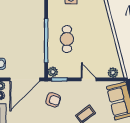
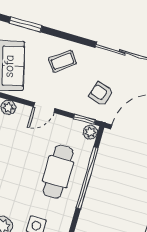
cafe table: (67, 39) -> (58, 172), width x1.37, depth x1.35
door: (89, 79) -> (44, 108), hinge flipped

